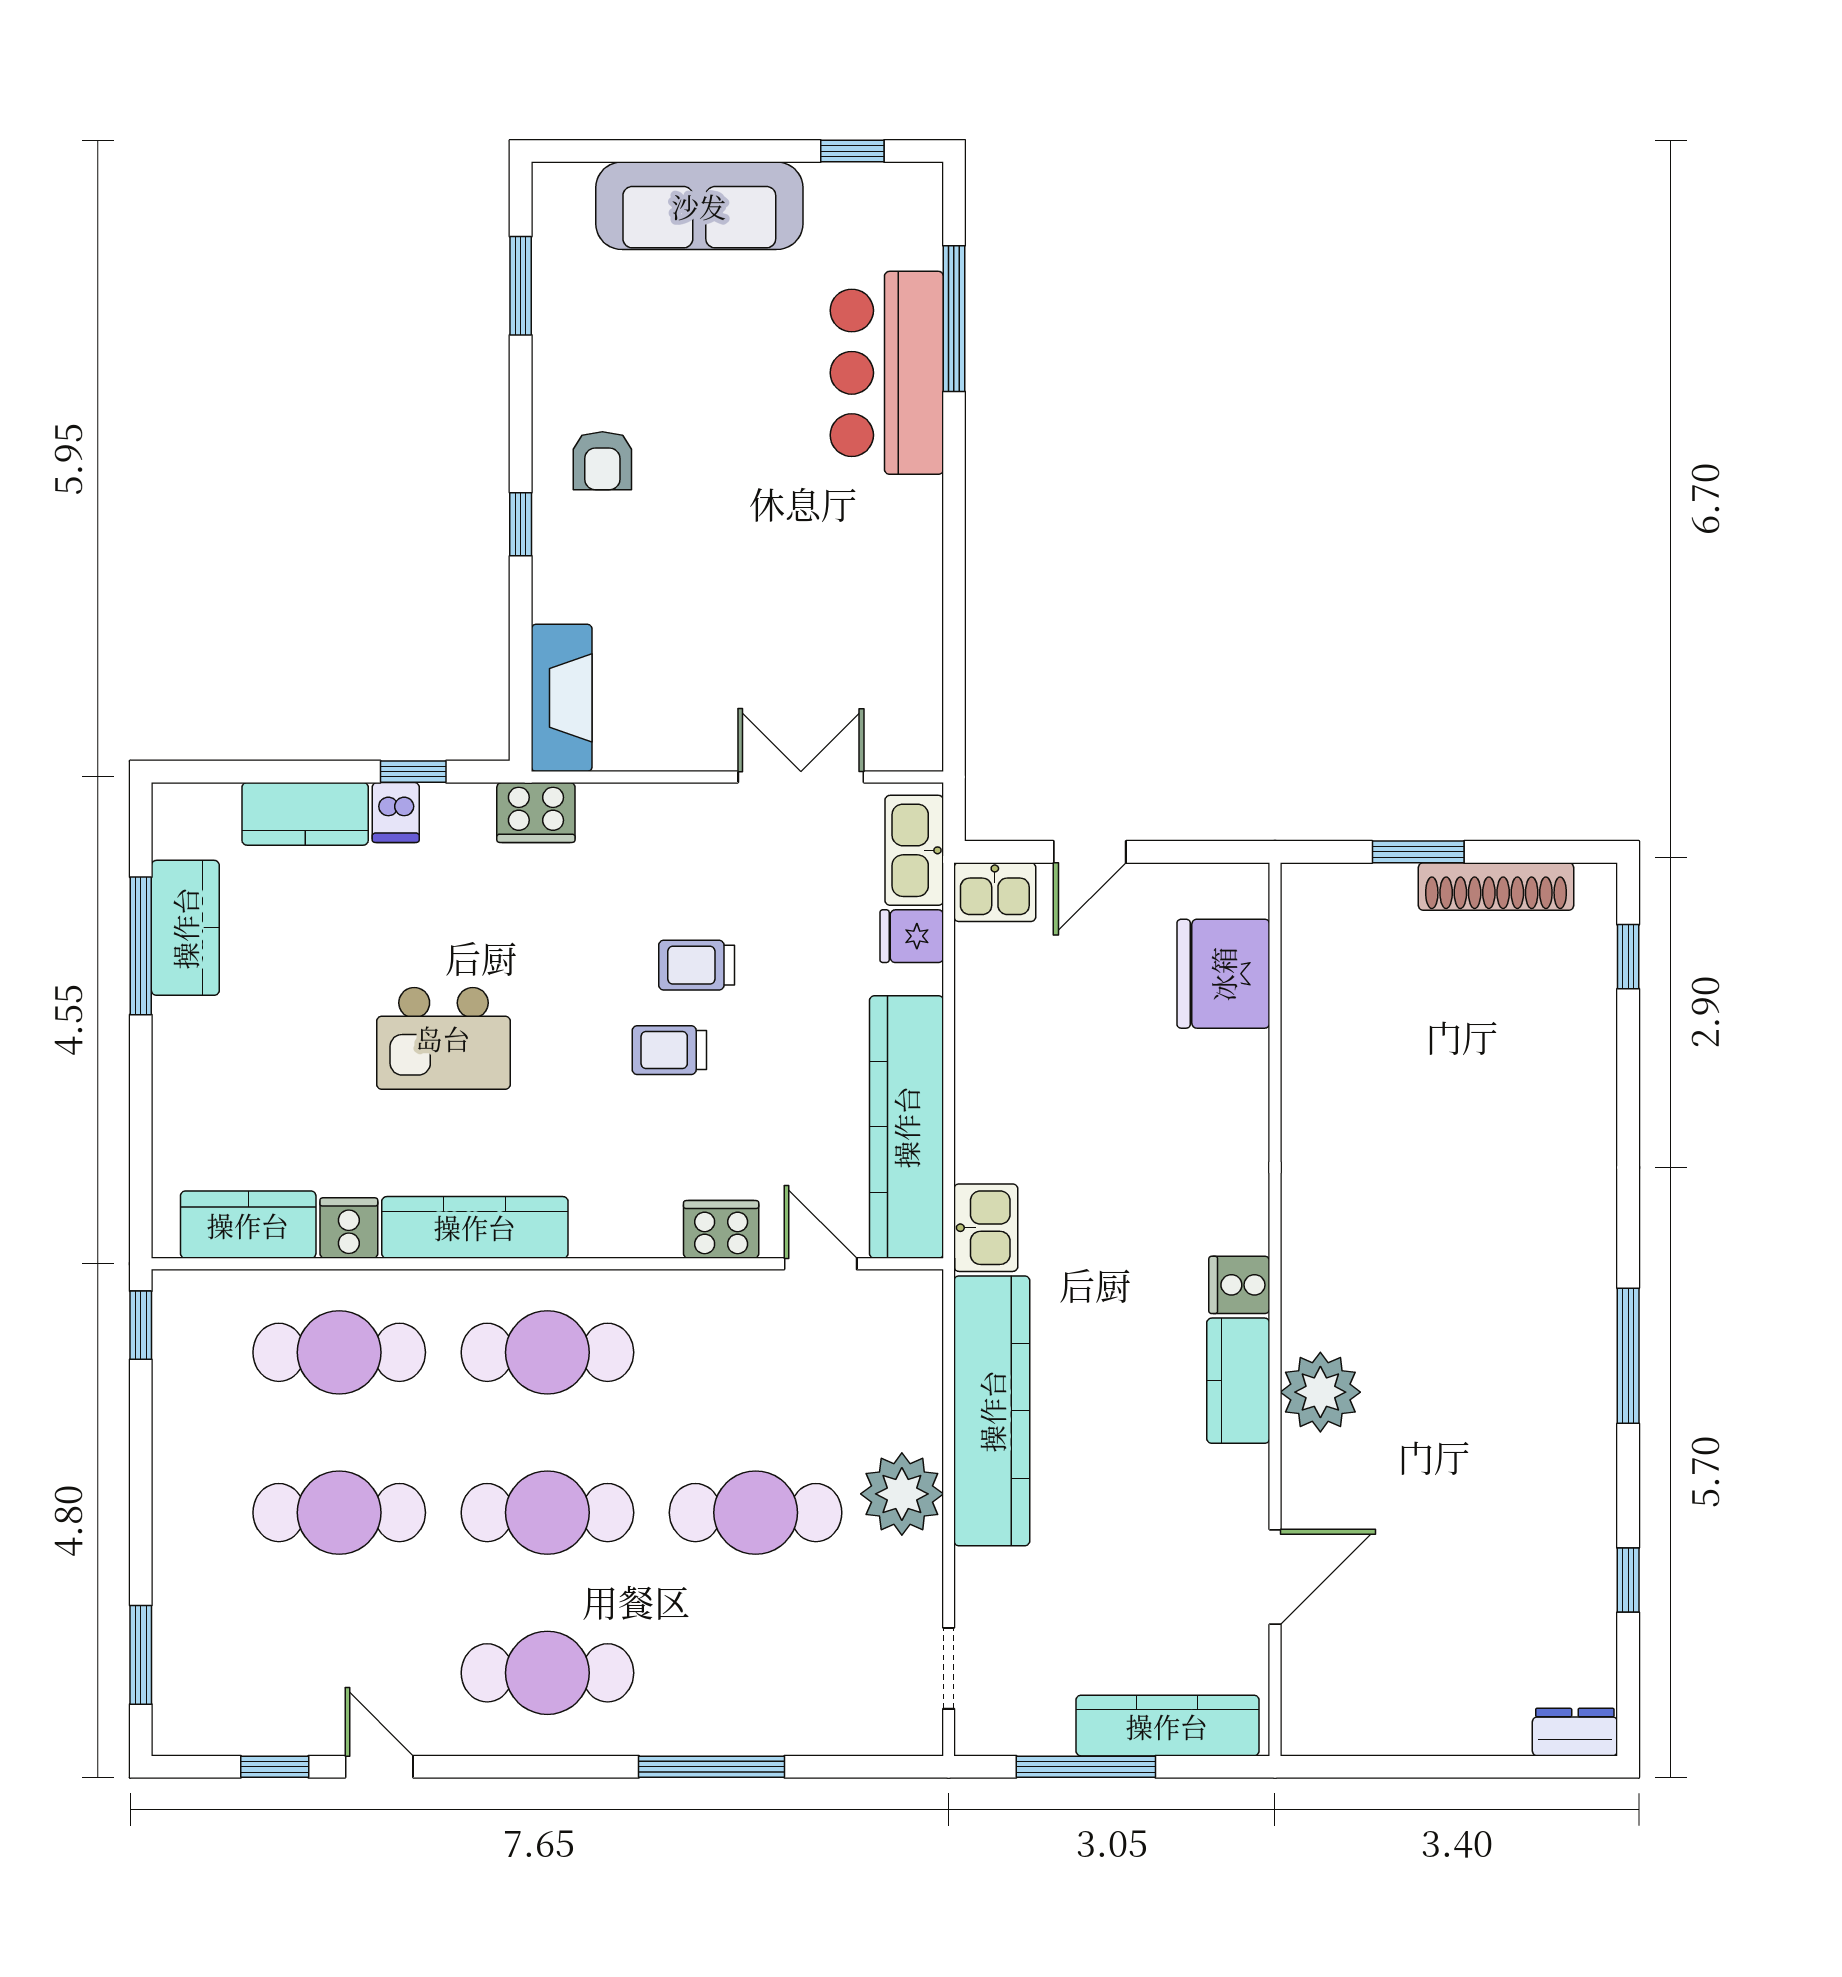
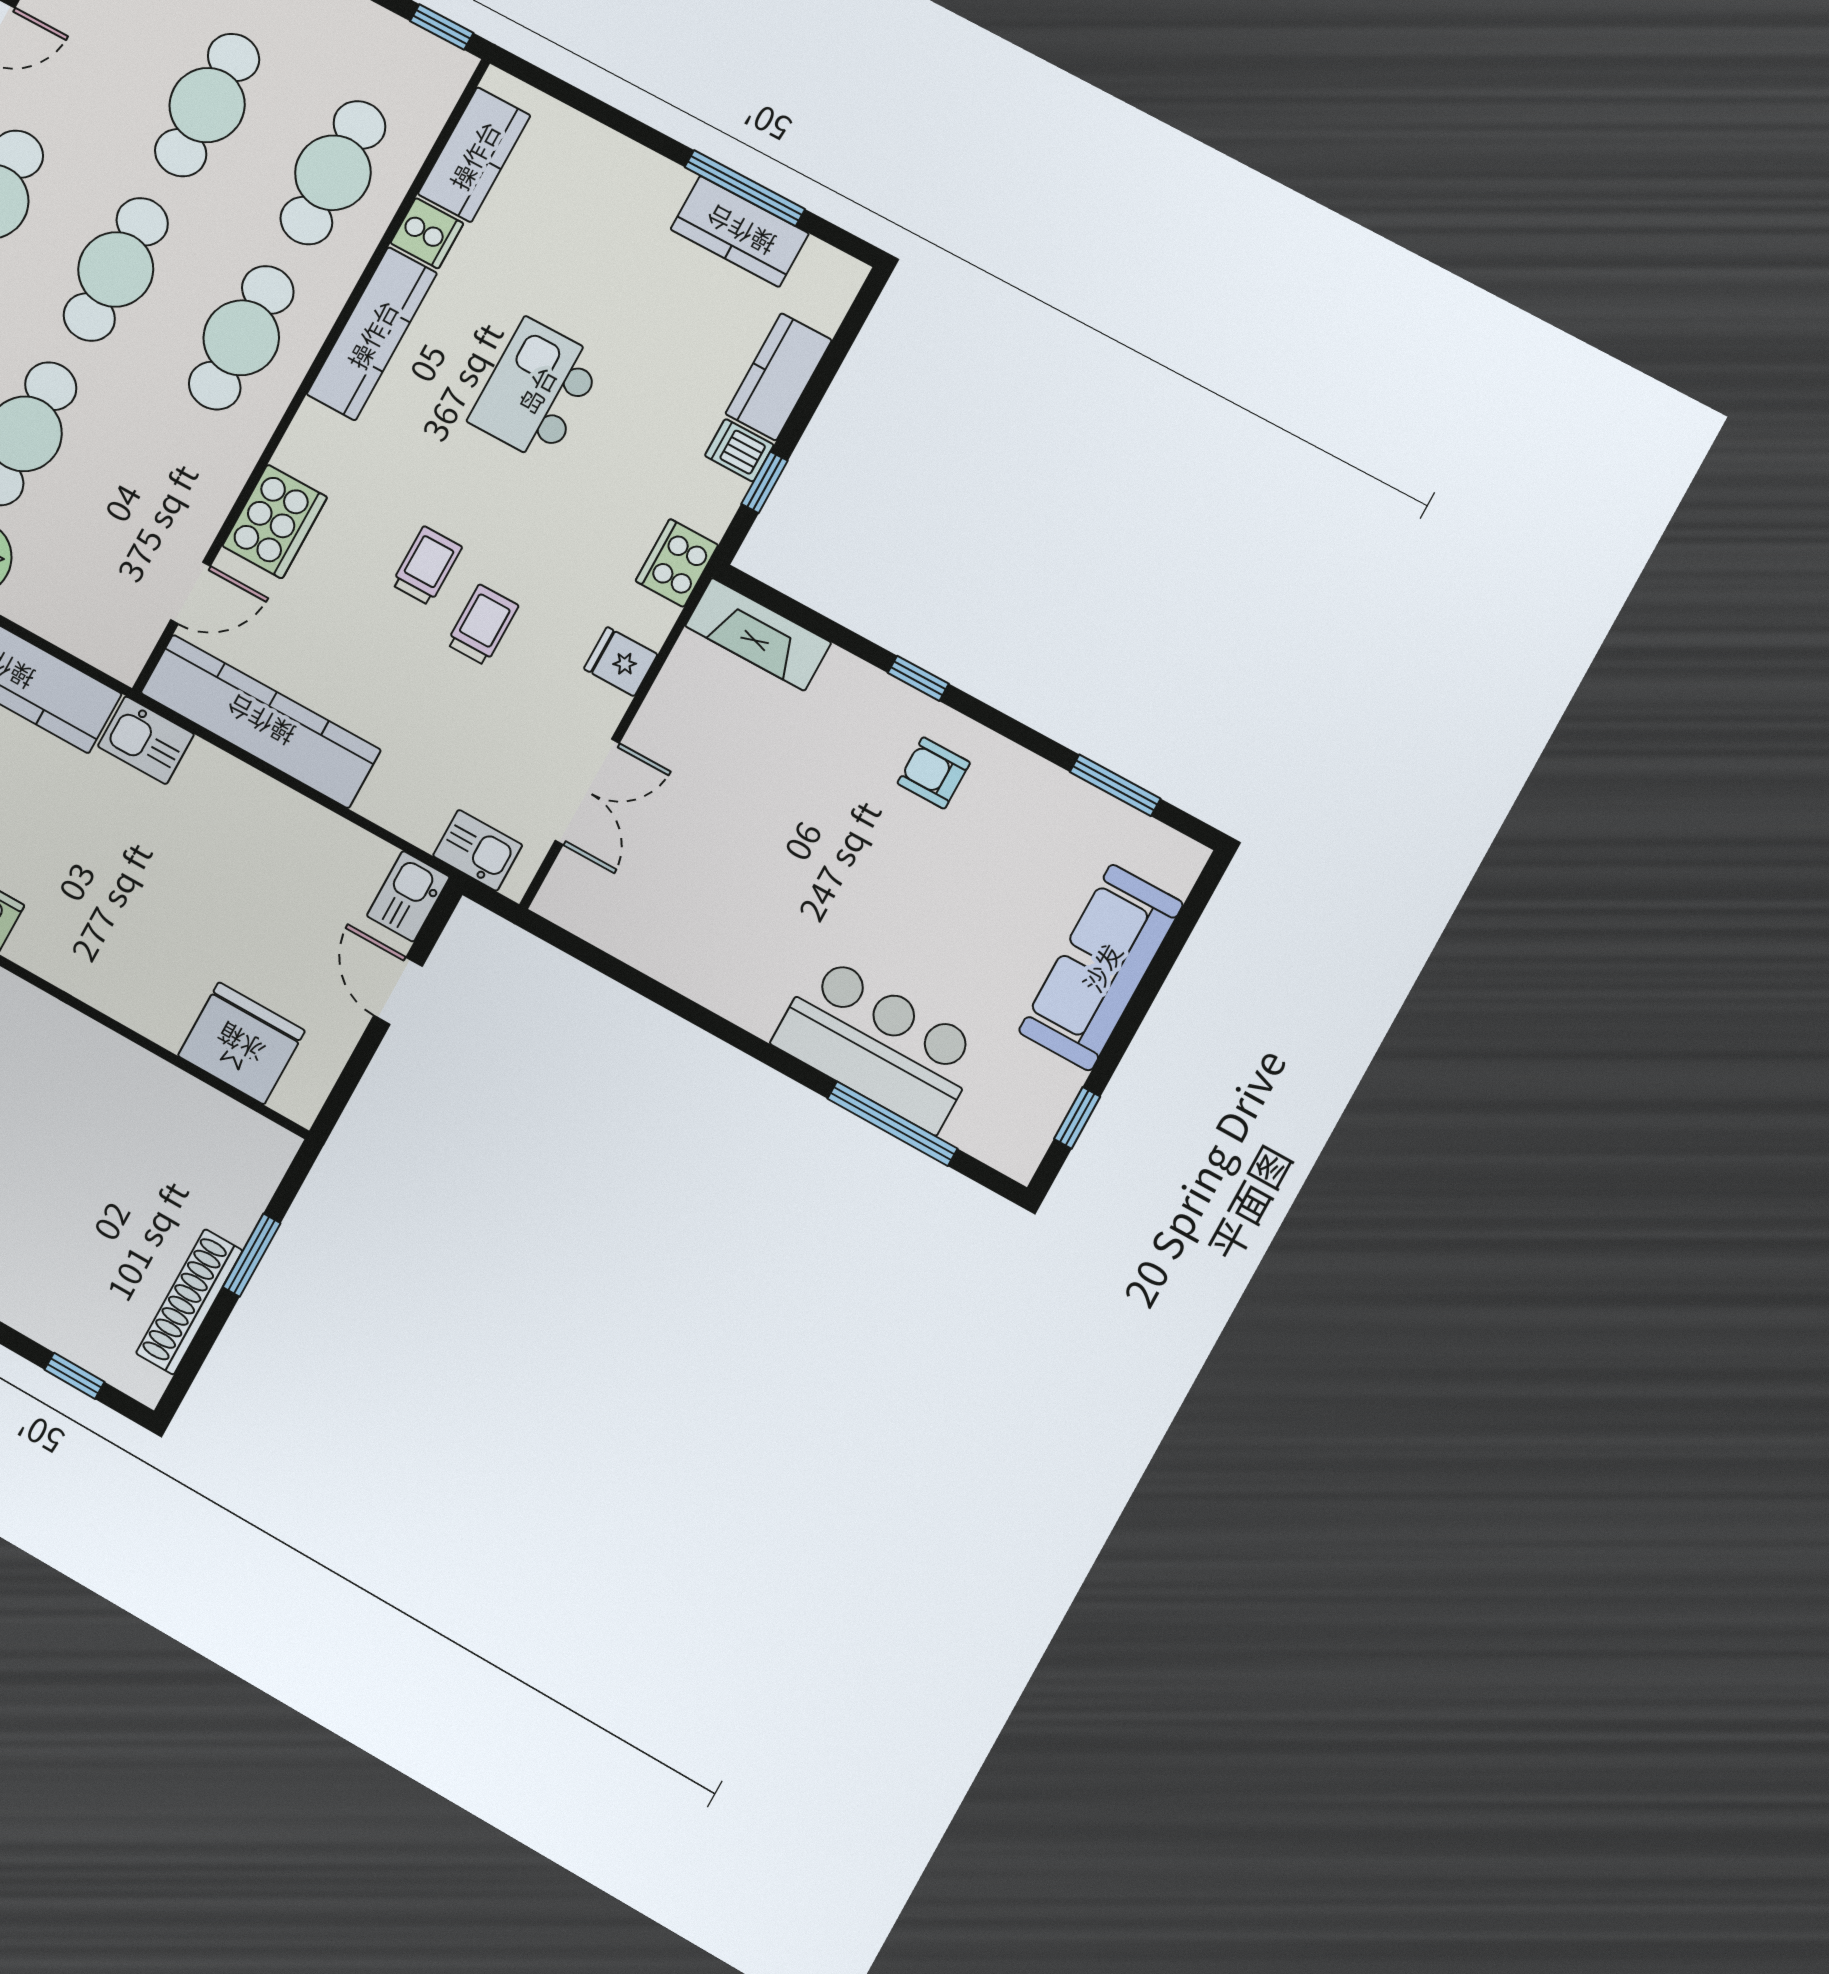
kitchen sink: (914, 850) -> (478, 850), width x0.73
fridge: (912, 936) -> (621, 662), moved, turned -90
cooker: (721, 1229) -> (275, 522), width x1.37, depth x1.31

